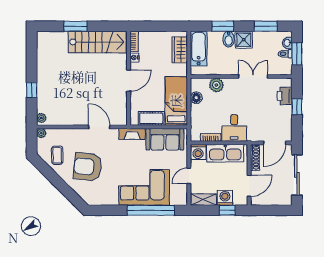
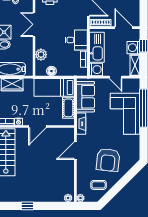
door: (129, 81) -> (37, 126), swing flipped
window: (32, 90) -> (27, 206), moved

